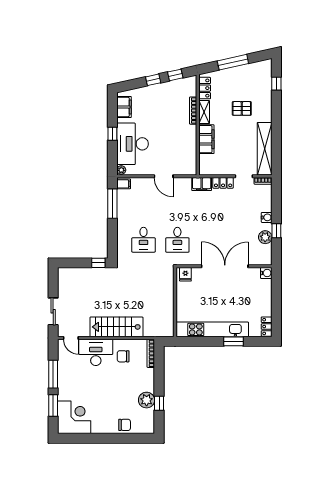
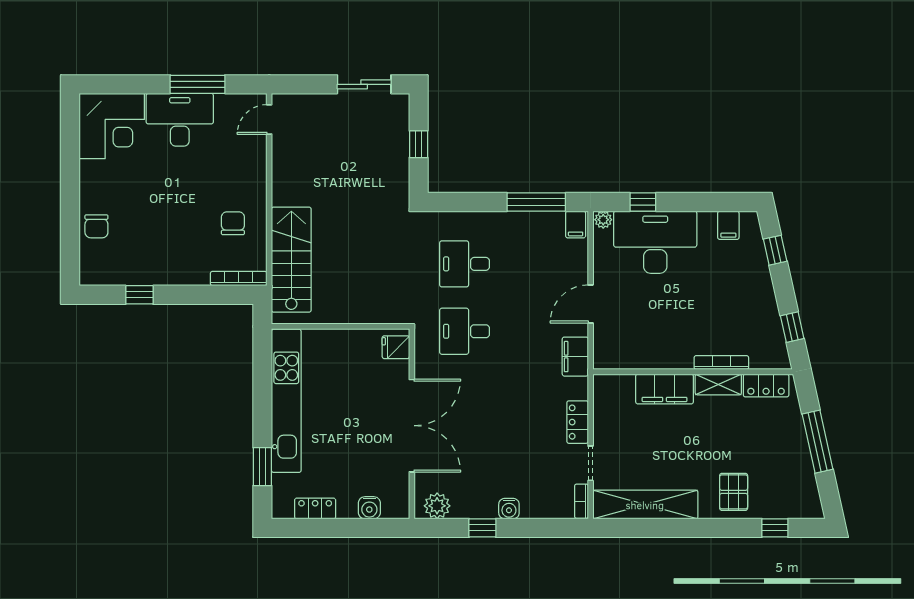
window: (153, 80) -> (775, 250), moved
filing cabinet: (124, 107) -> (728, 225), width x0.50
pallet: (242, 108) -> (734, 492), moved
window: (112, 134) -> (643, 202), moved
filing cabinet: (202, 184) -> (575, 357), moved
plant: (265, 237) -> (437, 506), moved
window: (98, 263) -> (419, 144), moved
water cooler: (266, 273) -> (369, 508), moved
sliding door: (53, 311) -> (364, 84), moved
stairs: (116, 327) -> (291, 260), moved
locker: (267, 327) -> (315, 508), moved
window: (234, 341) -> (262, 467), moved
desk: (96, 352) -> (180, 120), moved, turned -90
plant: (147, 400) -> (146, 270), removed
window: (53, 406) -> (135, 84), removed

